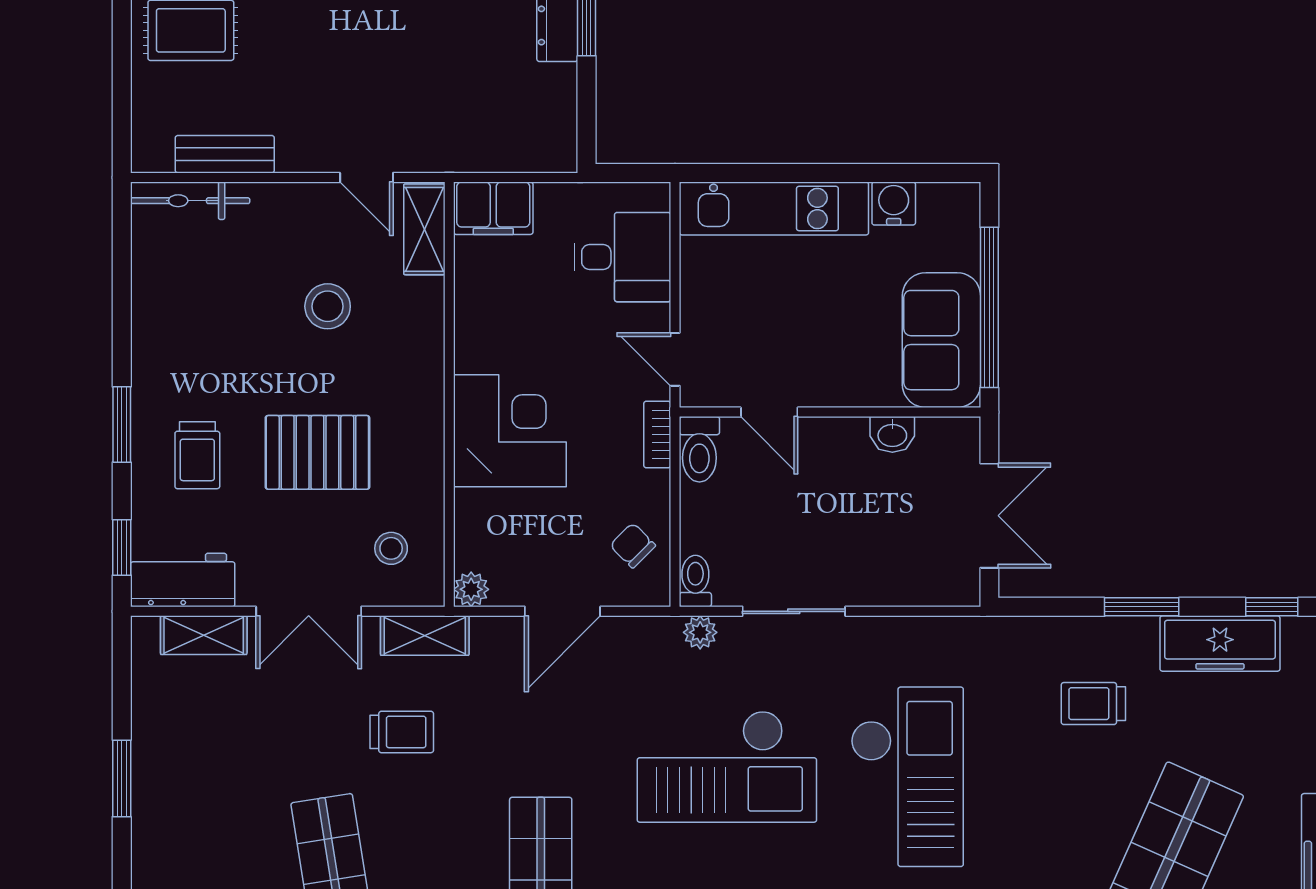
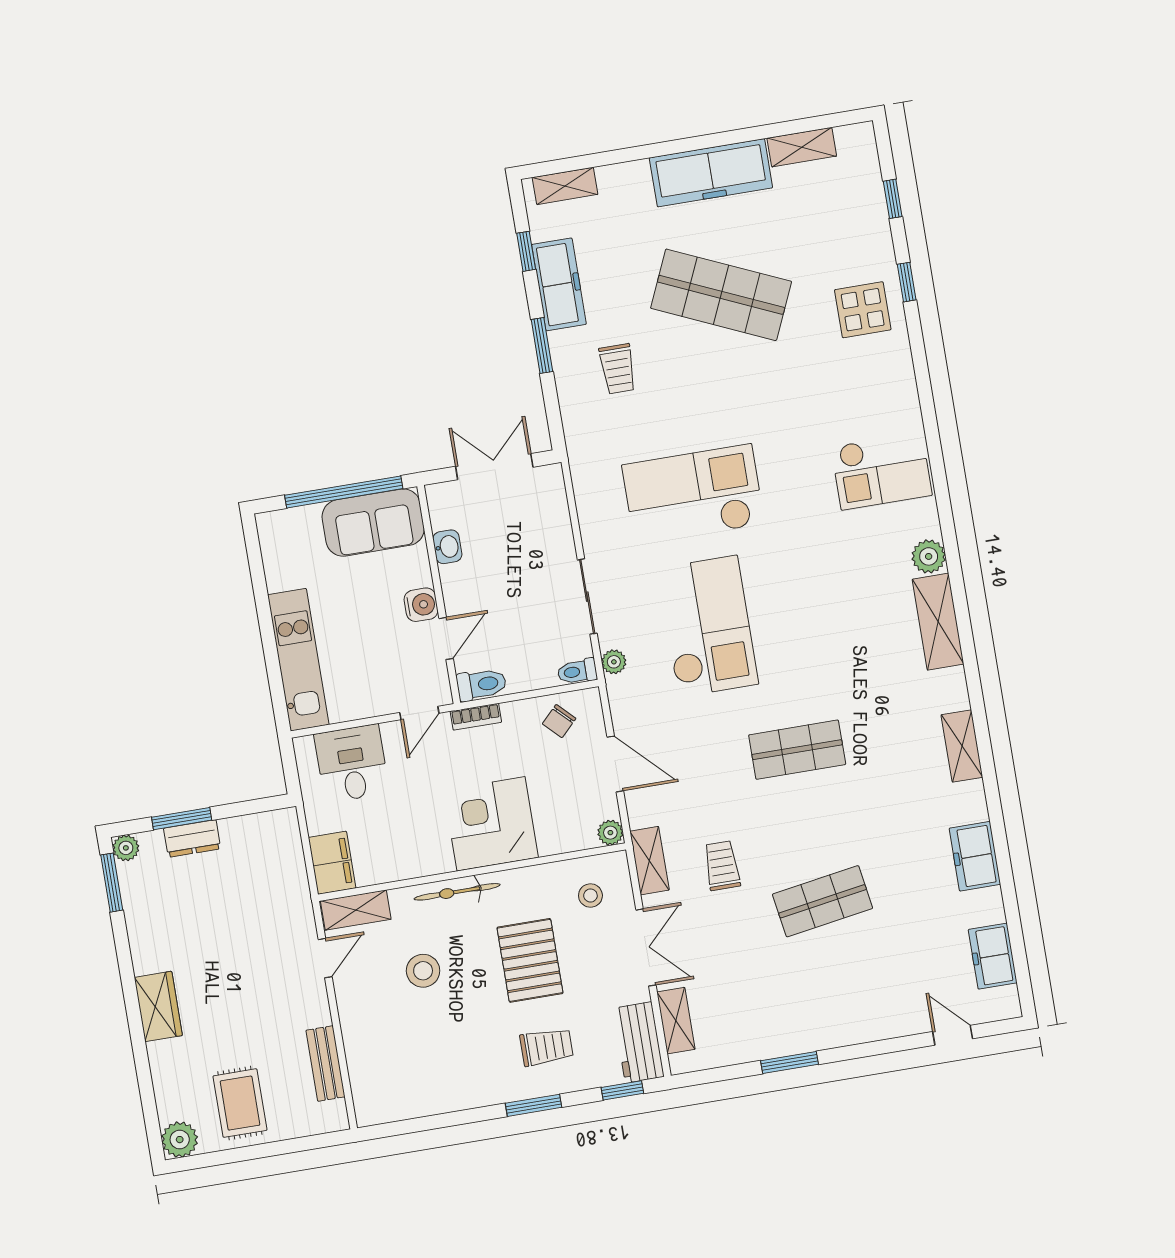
bicycle: (190, 201) -> (457, 892), moved, turned 90
water cooler: (894, 204) -> (421, 605), moved, turned 180

